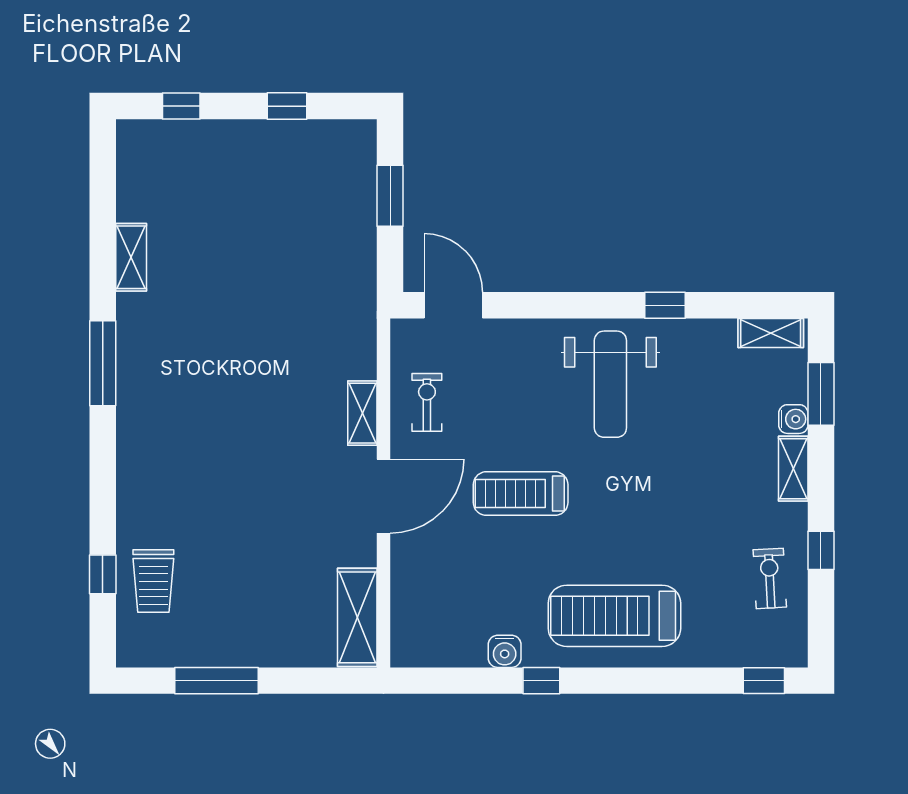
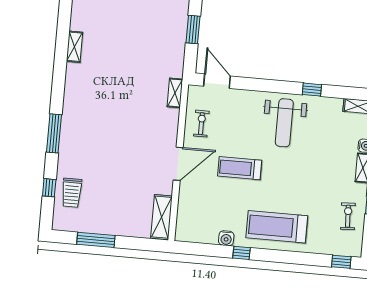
window: (103, 363) -> (54, 133), moved
shelving: (362, 413) -> (175, 93), moved

